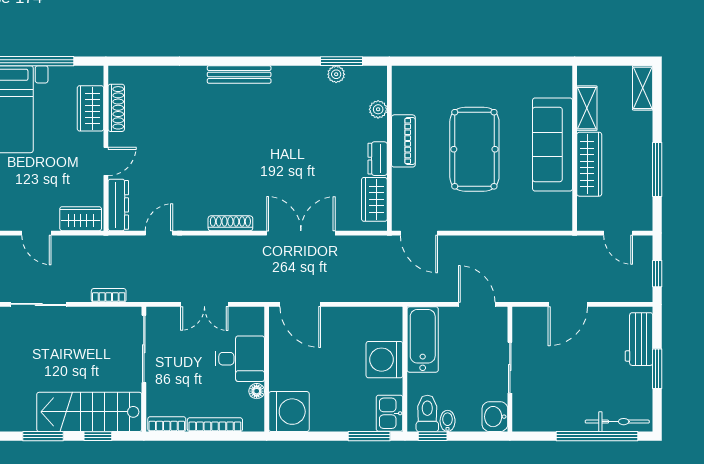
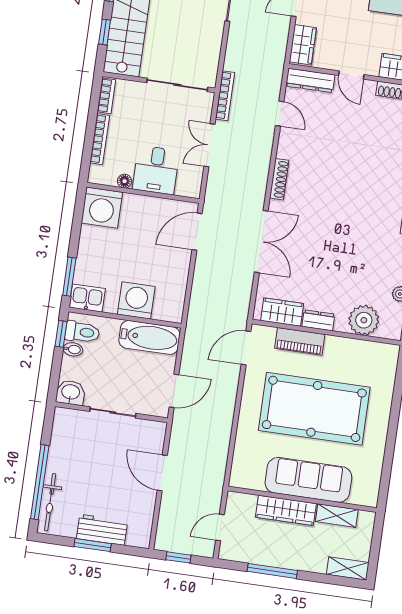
plant: (378, 109) -> (364, 320), width x1.88, depth x1.88
piano: (403, 141) -> (300, 341), moved
pool table: (474, 149) -> (314, 409), width x1.36, depth x1.32
bookcase: (109, 295) -> (225, 96), moved, width x1.56
workbench: (639, 339) -> (102, 530), moved

